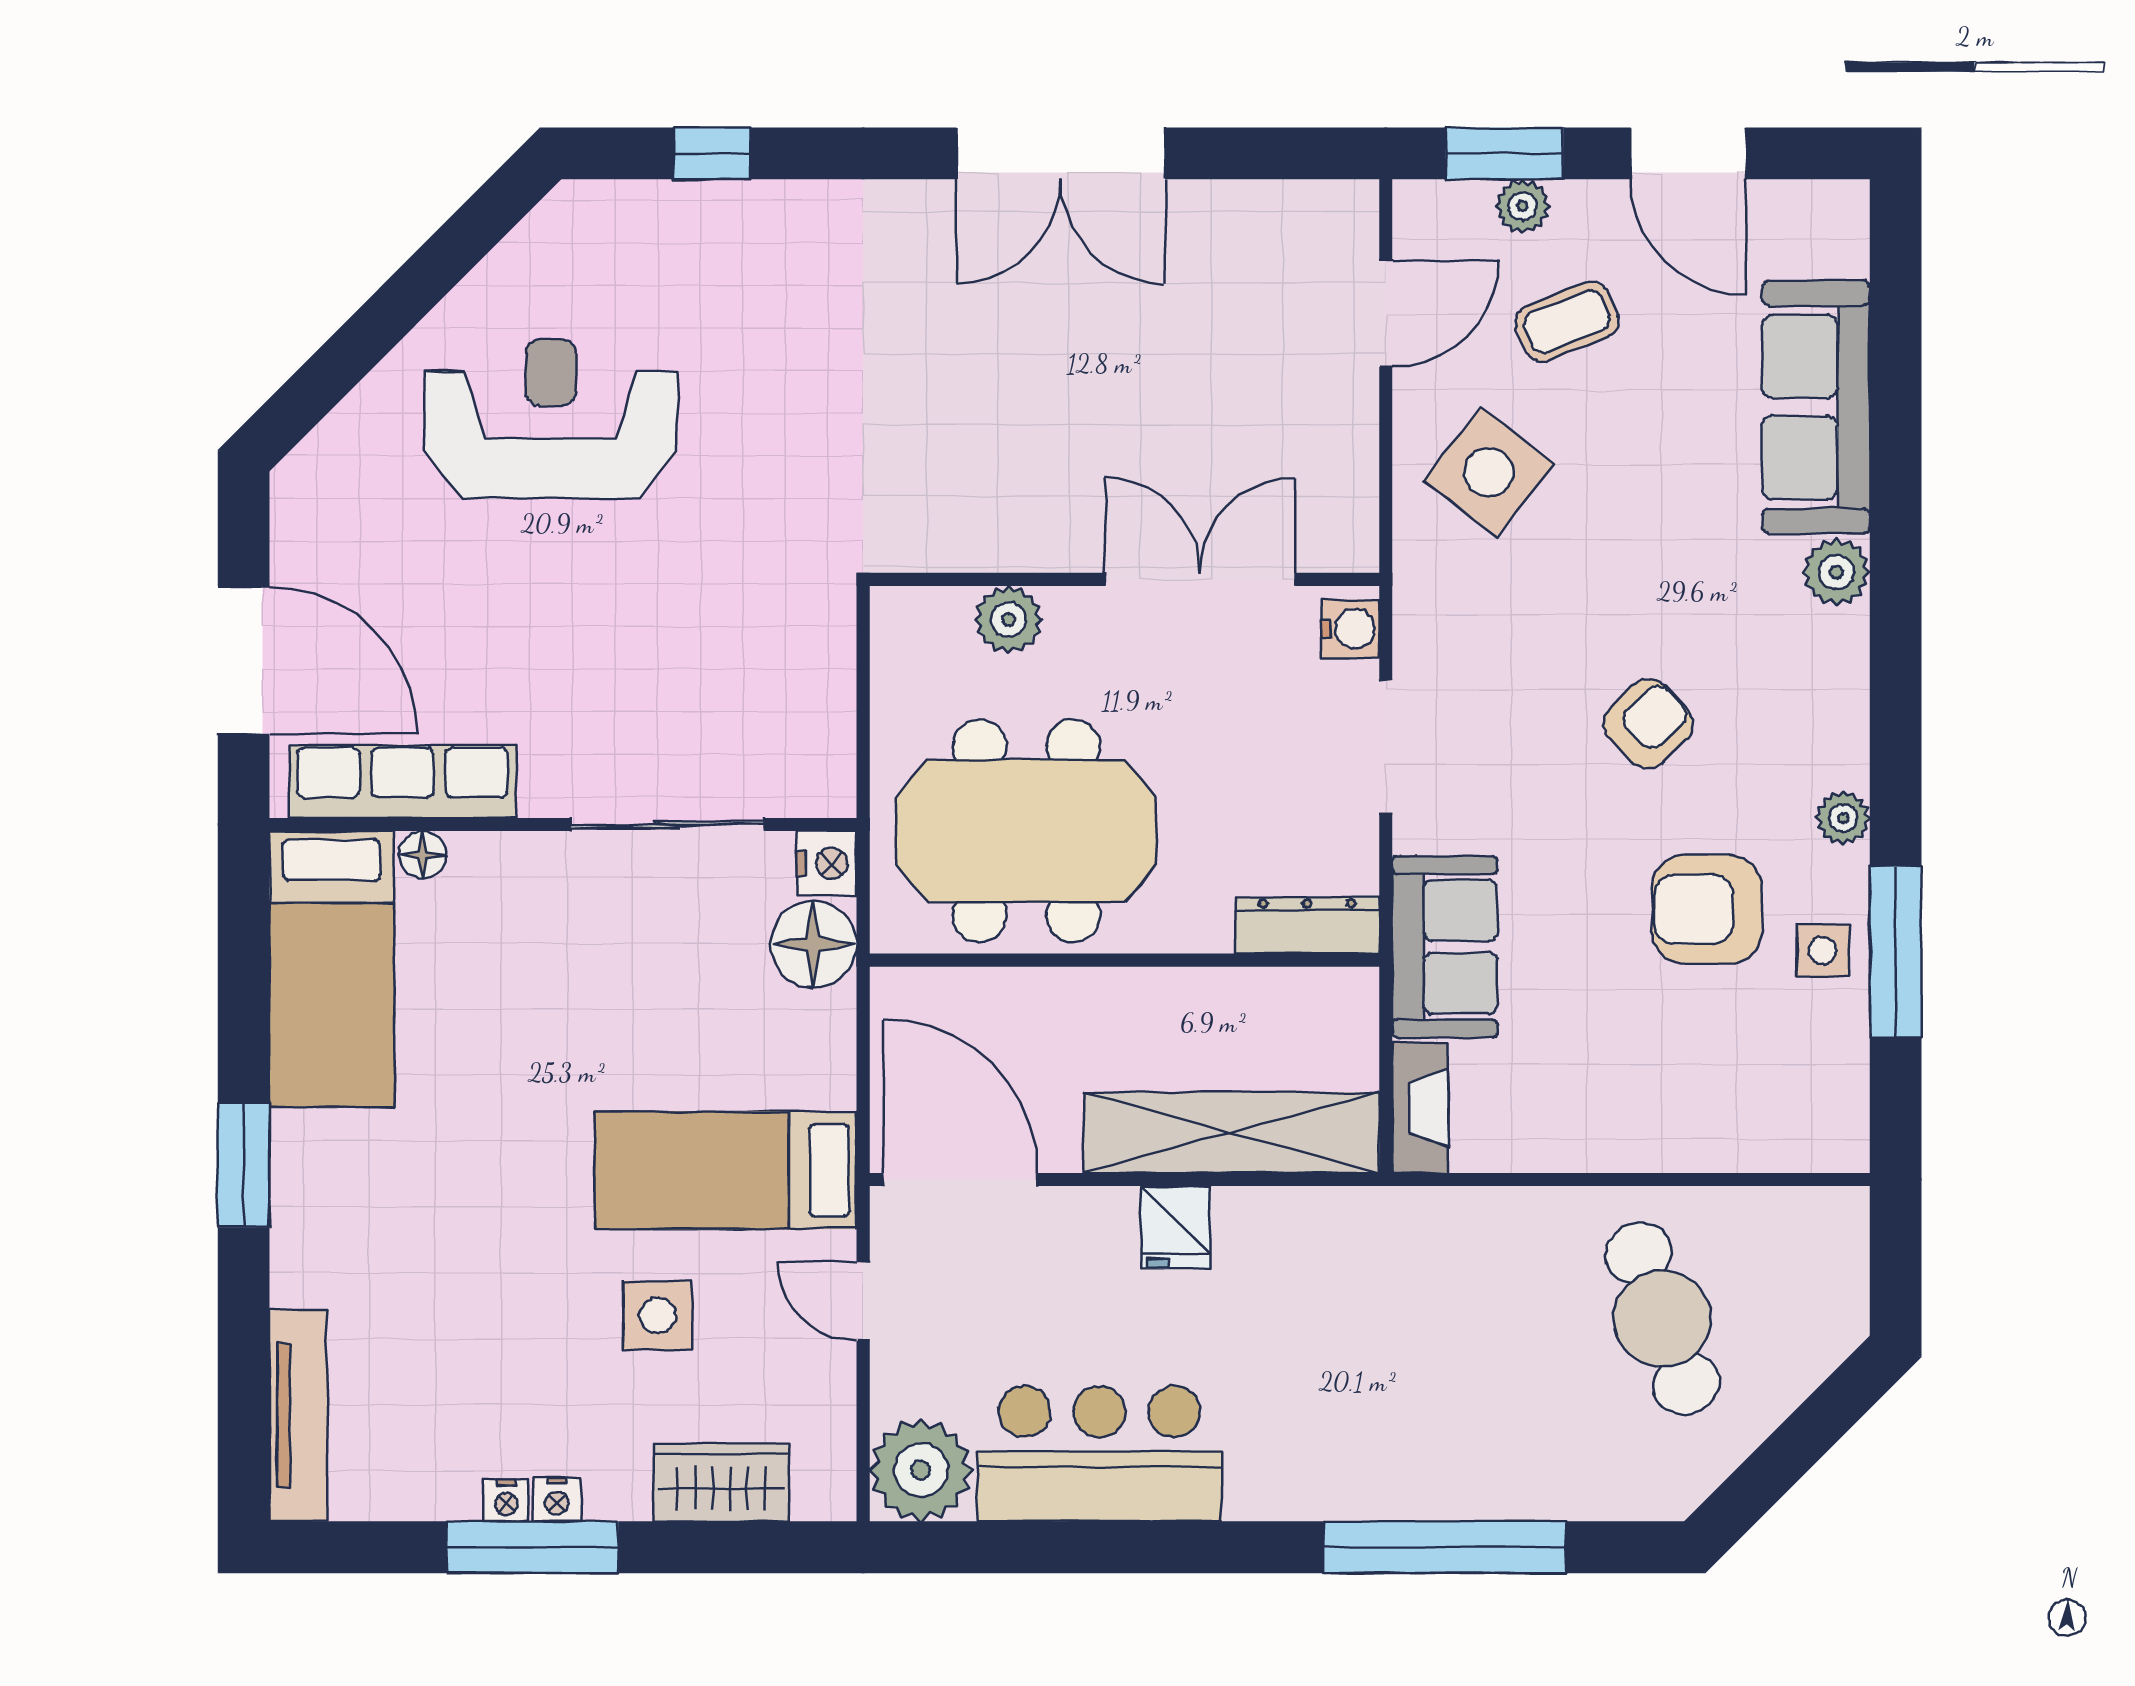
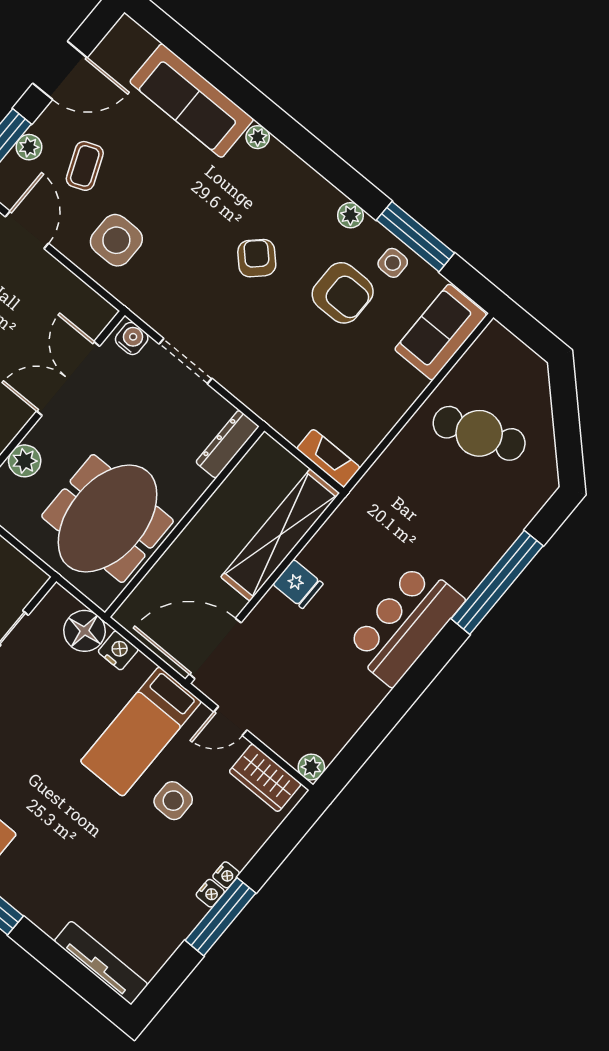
side table: (1489, 472) -> (116, 240), turned -38
plant: (1836, 572) -> (258, 137), width x0.73, depth x0.73
nightstand: (827, 863) -> (118, 650), moved
armchair: (1707, 909) -> (343, 293), turned -90
sofa: (1445, 947) -> (441, 332), moved, turned -90
bar counter: (1100, 1454) -> (405, 624), moved
plant: (921, 1470) -> (311, 767), width x0.53, depth x0.53
wardrobe: (721, 1482) -> (265, 778), moved, turned -90
nightstand: (506, 1500) -> (226, 875), moved

